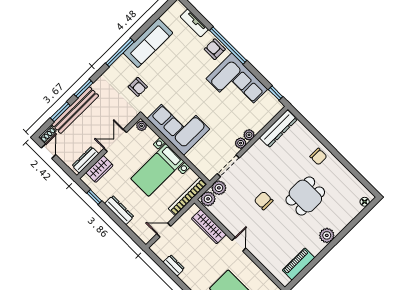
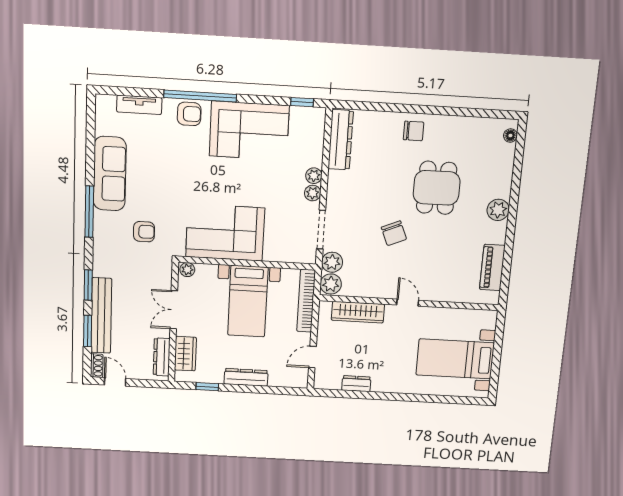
armchair: (215, 49) -> (189, 114), turned 180
chair: (264, 201) -> (394, 233), turned -113

